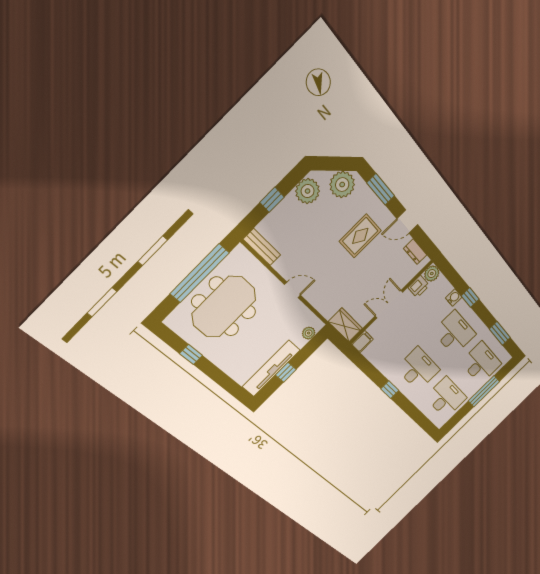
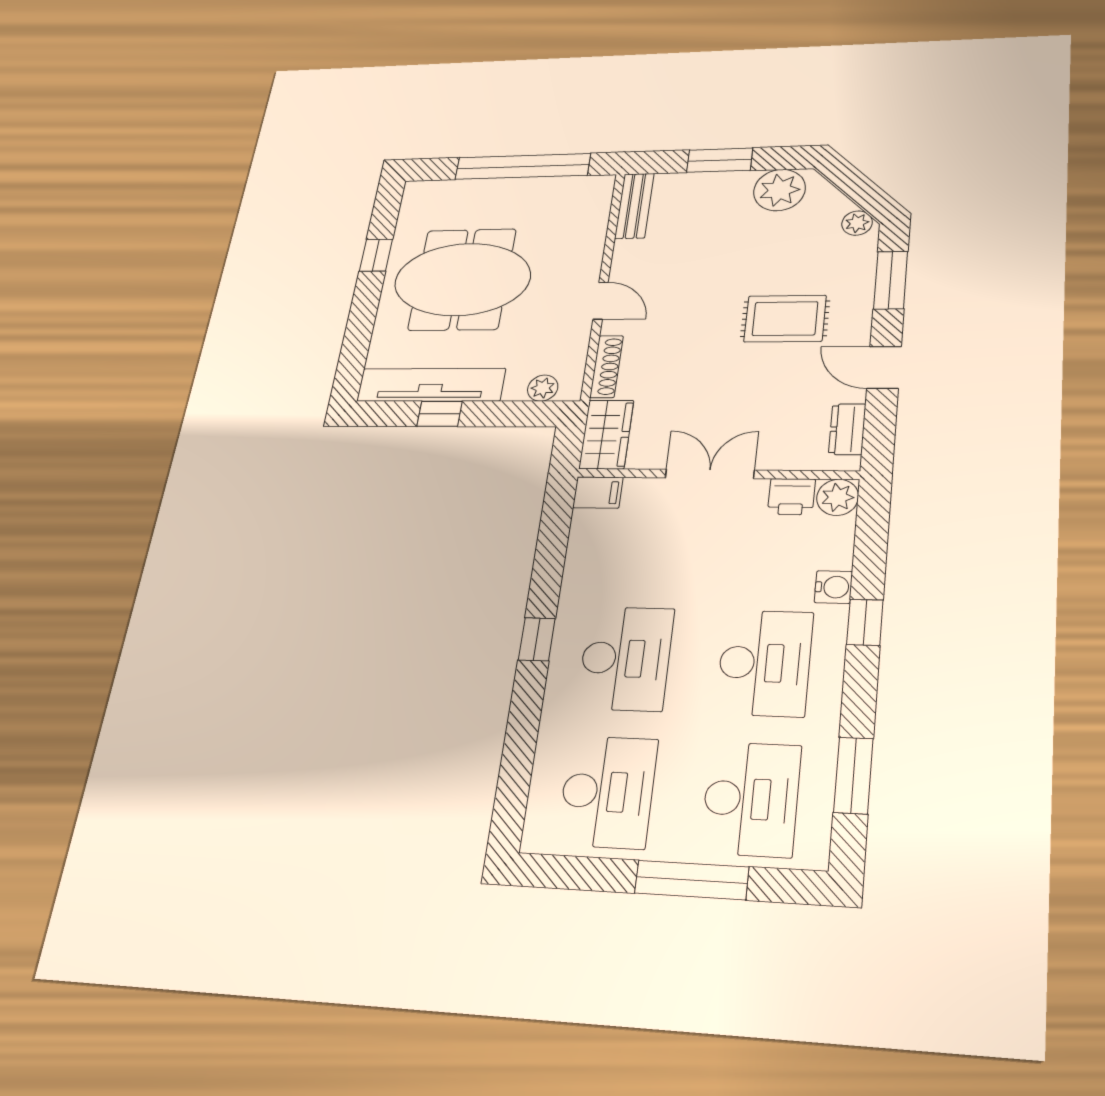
plant: (342, 185) -> (857, 223), width x0.53, depth x0.53
window: (272, 200) -> (720, 160), width x1.50
meeting table: (224, 307) -> (462, 279), moved
shoe rack: (321, 307) -> (607, 367), added

